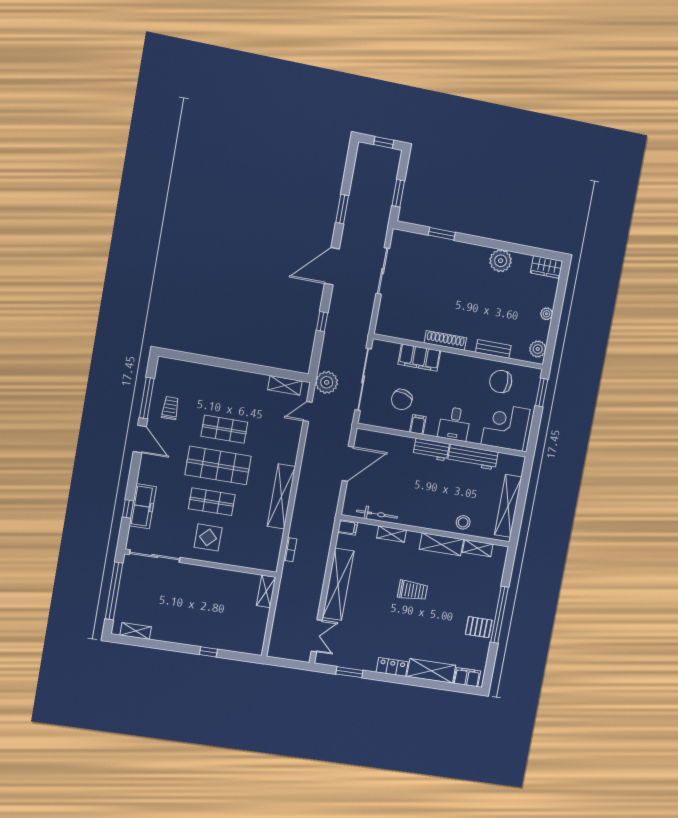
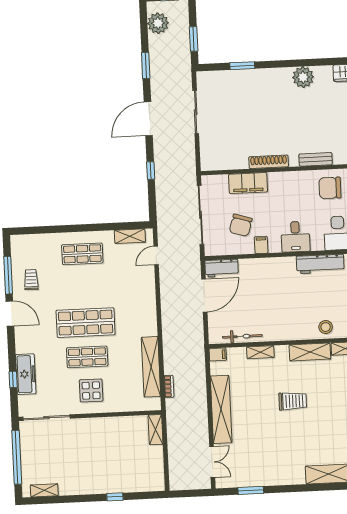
plant: (327, 382) -> (158, 23), moved
shop shelf: (224, 429) -> (82, 254), moved
workbench: (431, 450) -> (222, 268), moved
shelving: (281, 496) -> (151, 367), moved
locker: (392, 667) -> (290, 478), removed

